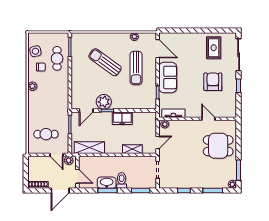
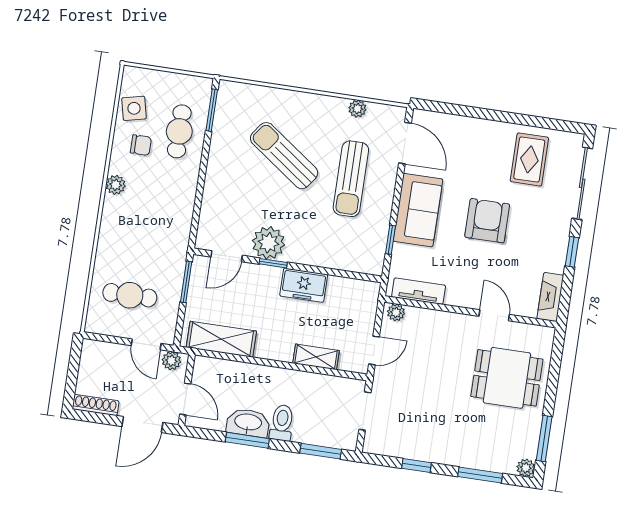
armchair: (213, 82) -> (487, 221), moved
fireplace: (232, 107) -> (550, 297), added

